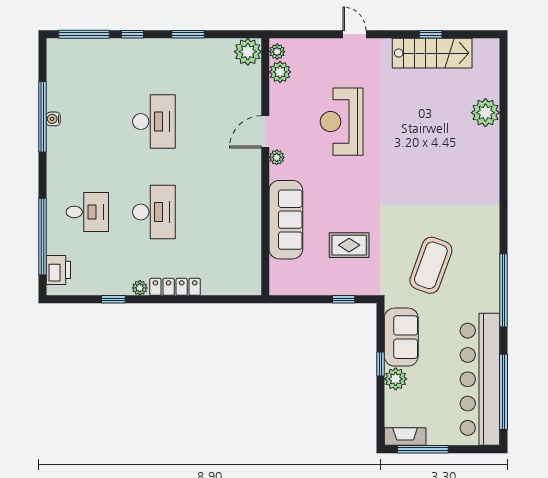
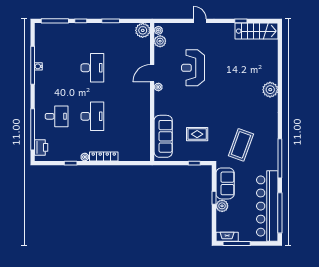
stairs: (432, 53) -> (257, 31), moved
plant: (485, 113) -> (270, 90), moved
sofa: (286, 220) -> (163, 136), moved

